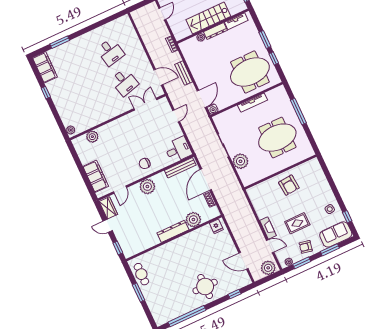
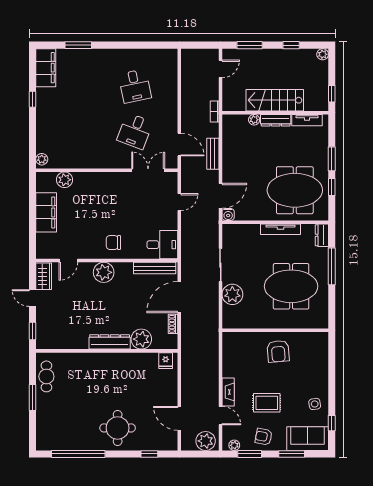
desk: (124, 82) -> (135, 131), turned 36
dresser: (282, 94) -> (322, 235), added
filing cabinet: (96, 176) -> (46, 212), moved

